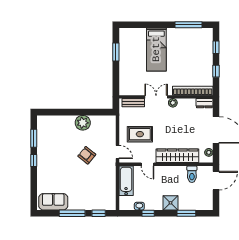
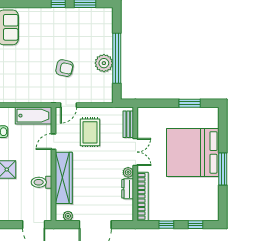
window: (188, 25) -> (223, 169), moved
bed: (156, 49) -> (193, 152), width x2.04
dresser: (204, 103) -> (128, 189), moved
window: (79, 112) -> (117, 58), added
armchair: (87, 155) -> (64, 68), turned 64
toilet: (192, 174) -> (41, 182), moved

